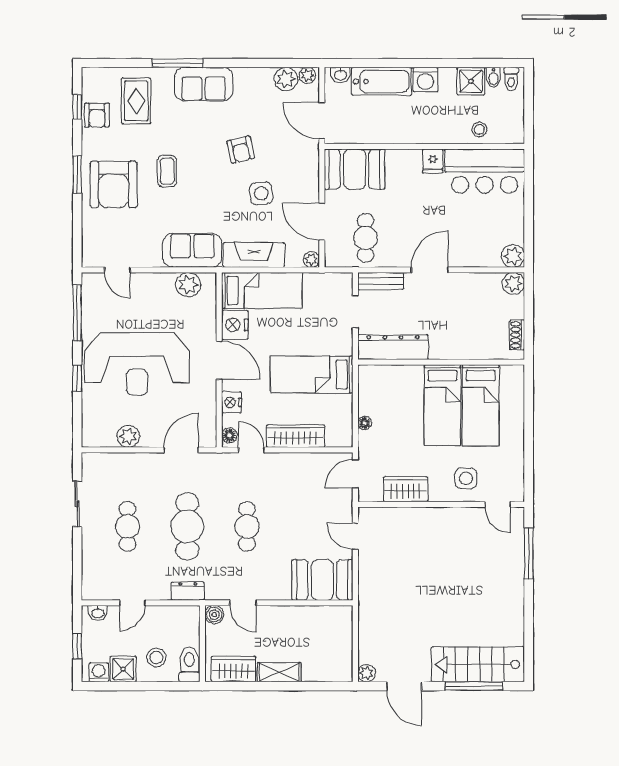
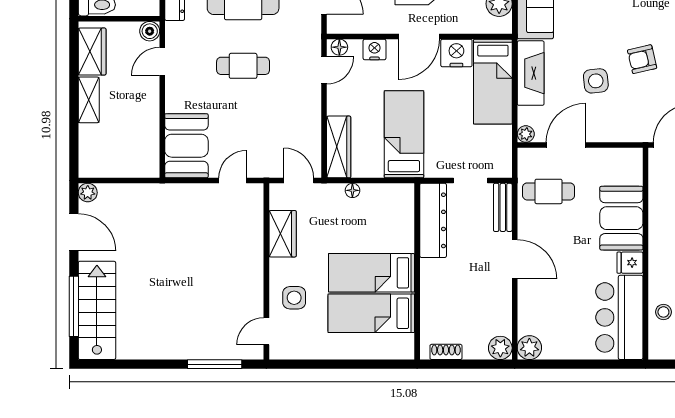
booth: (354, 169) -> (621, 218), moved
wardrobe: (296, 436) -> (339, 147), moved
door: (404, 686) -> (74, 232), swing flipped

